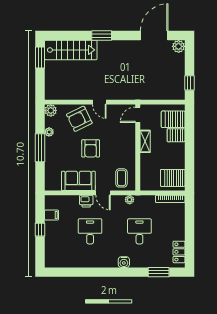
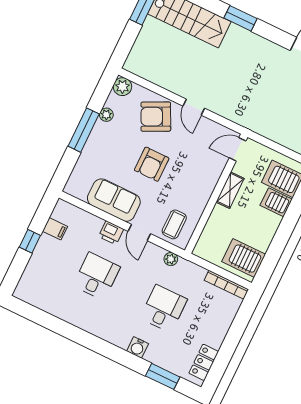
water cooler: (124, 262) -> (138, 347), moved

